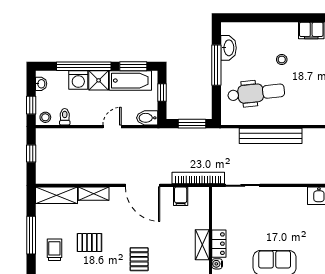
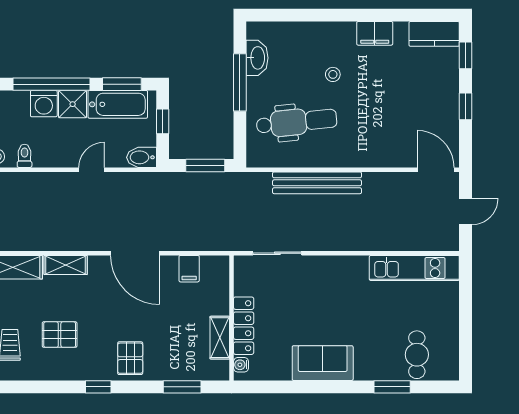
bookcase: (198, 178) -> (214, 243), removed
locker: (219, 244) -> (244, 326), width x1.53

